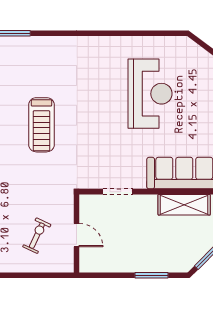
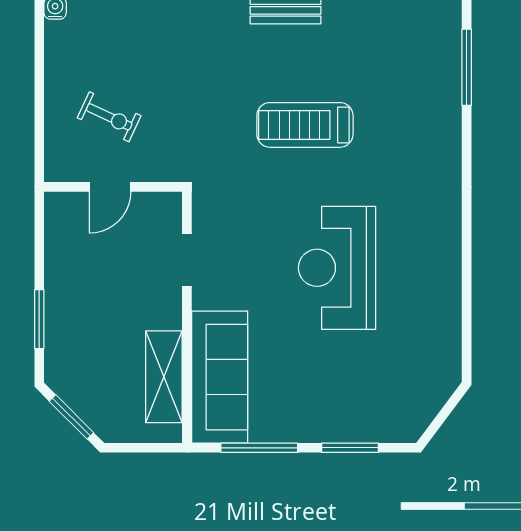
reception desk: (150, 94) -> (337, 268), moved, turned 90

